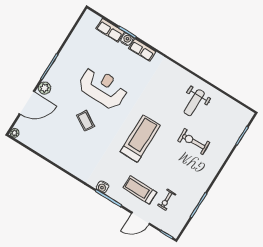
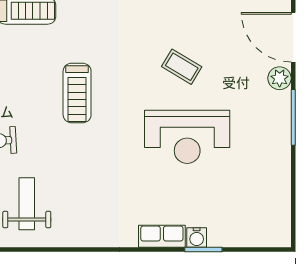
row of seats: (110, 30) -> (233, 236), removed
door: (27, 103) -> (293, 37), hinge flipped
treadmill: (140, 139) -> (77, 93), width x0.73, depth x0.73

